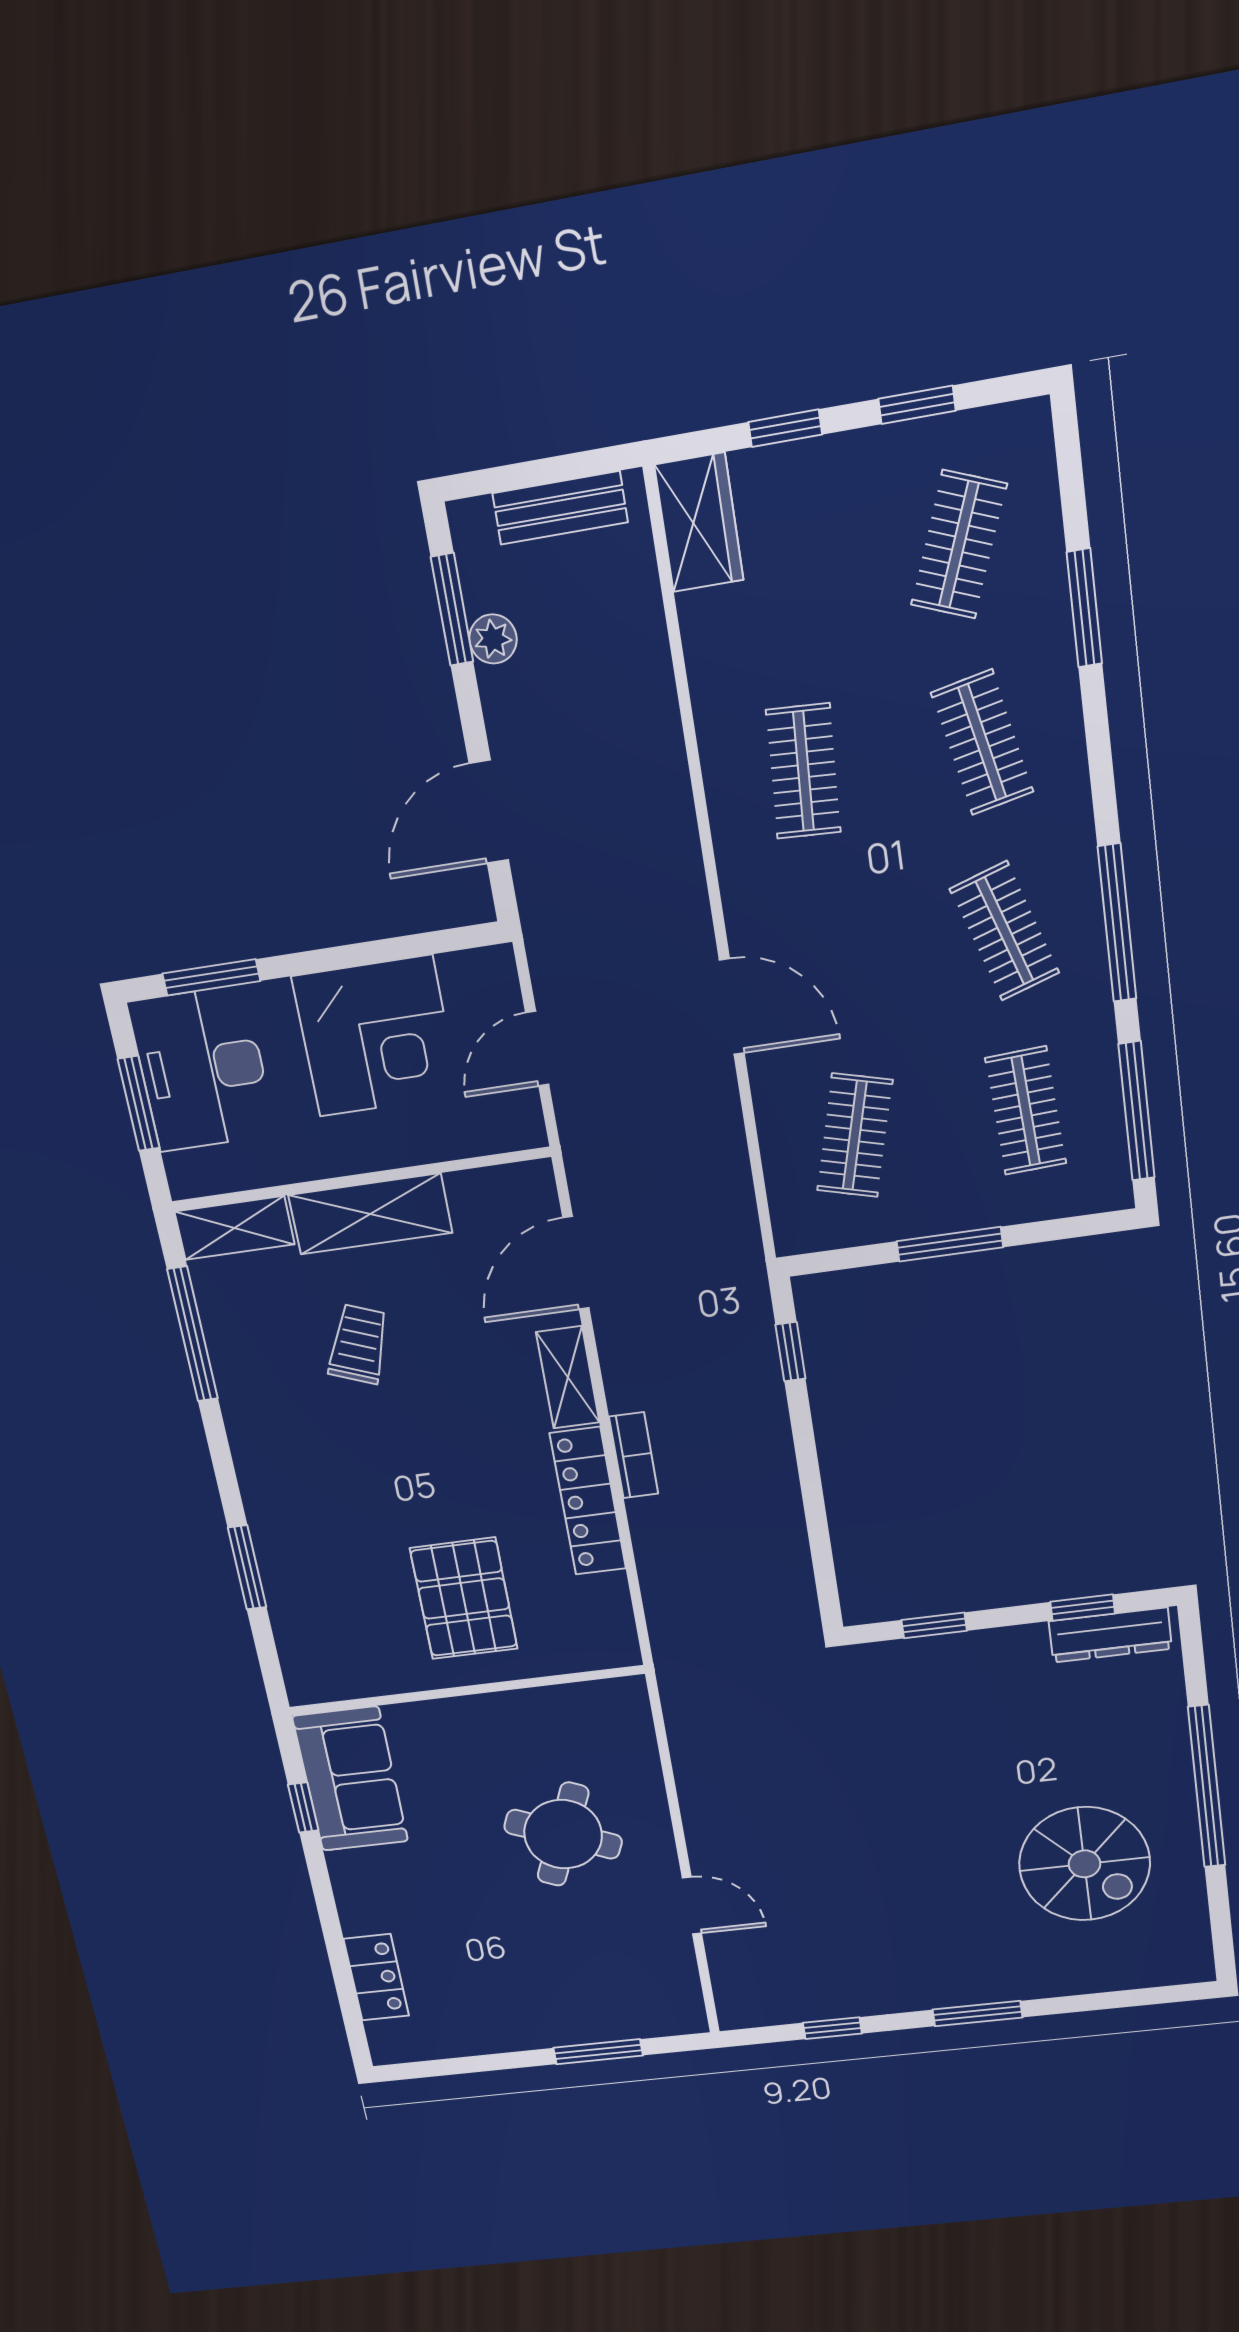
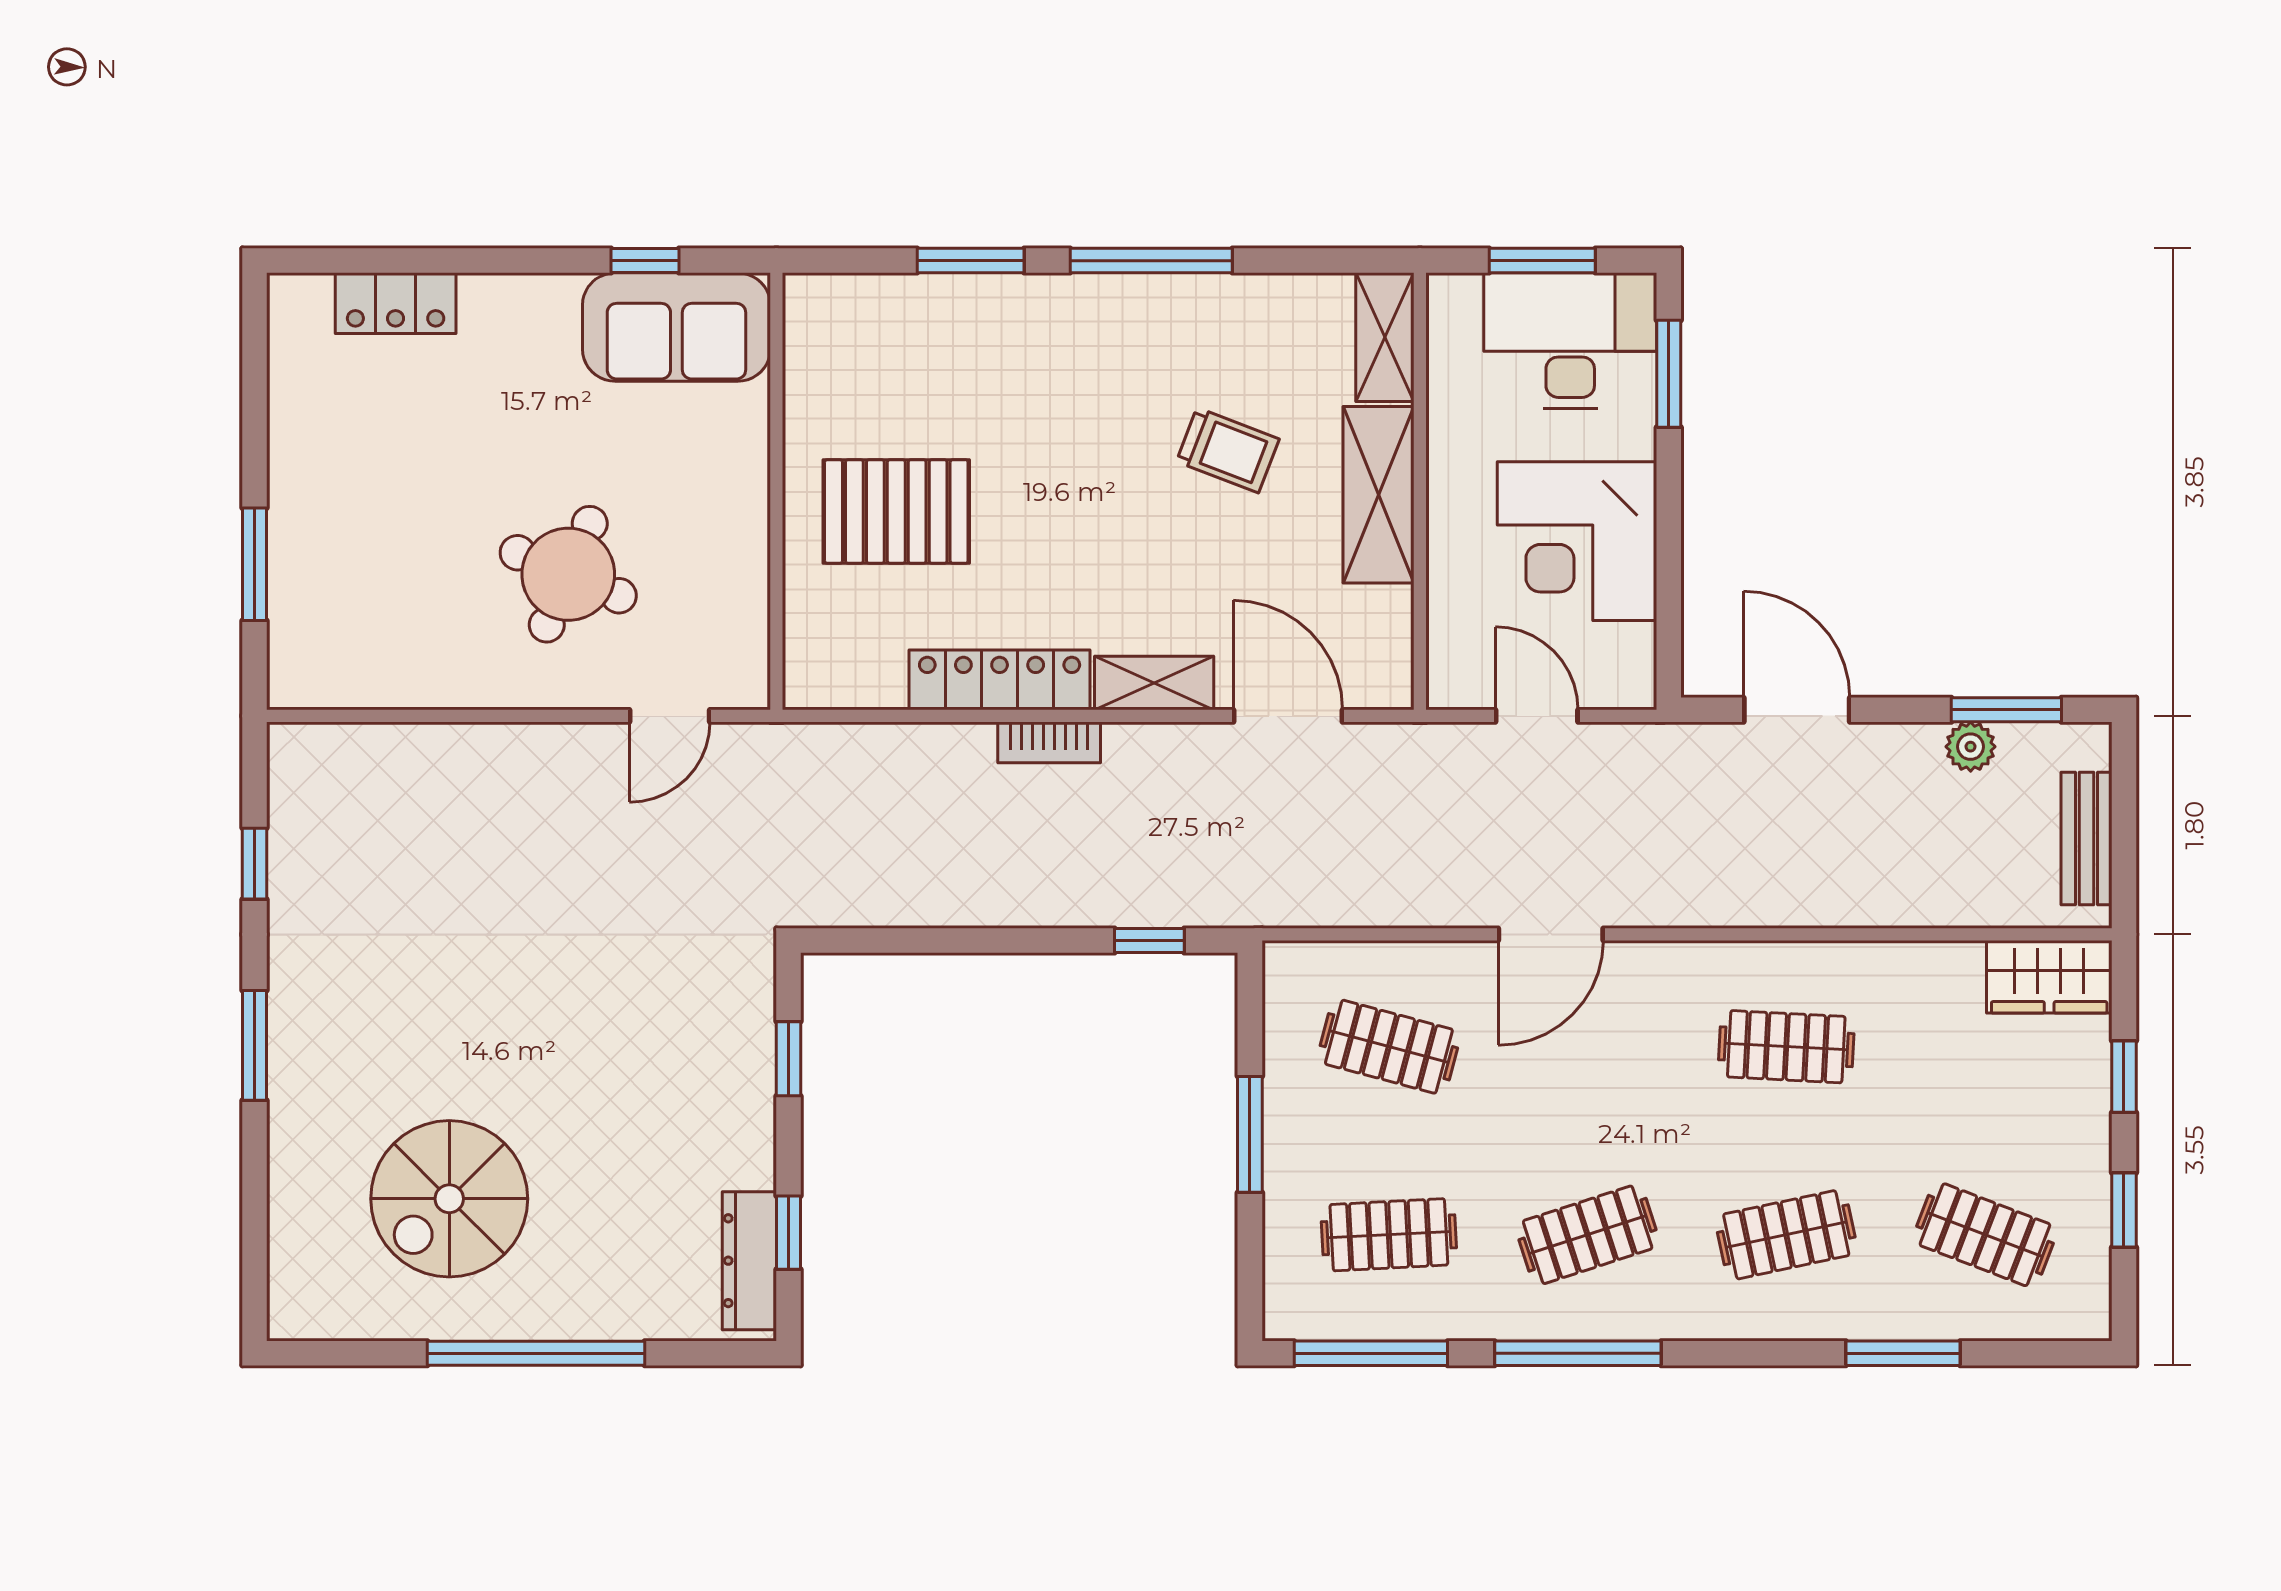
window: (193, 1334) -> (1151, 261), moved
door: (692, 1906) -> (670, 716), moved

